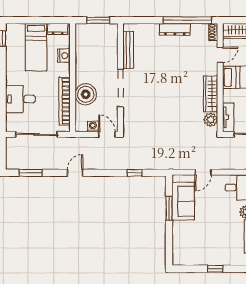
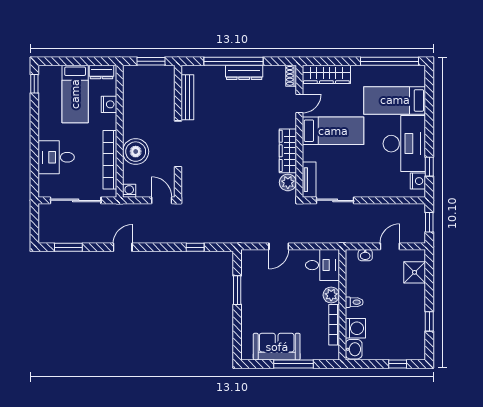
window: (187, 20) -> (234, 61), moved
washing machine: (93, 126) -> (129, 191), moved
sofa: (183, 201) -> (277, 347), moved, turned -90
window: (215, 269) -> (294, 364), width x2.17

